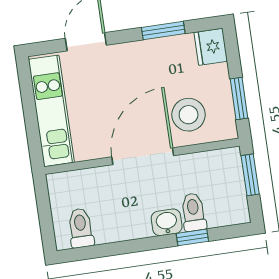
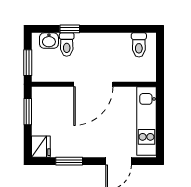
stool: (189, 115) -> (61, 106), removed
washbasin: (167, 222) -> (49, 41), moved

